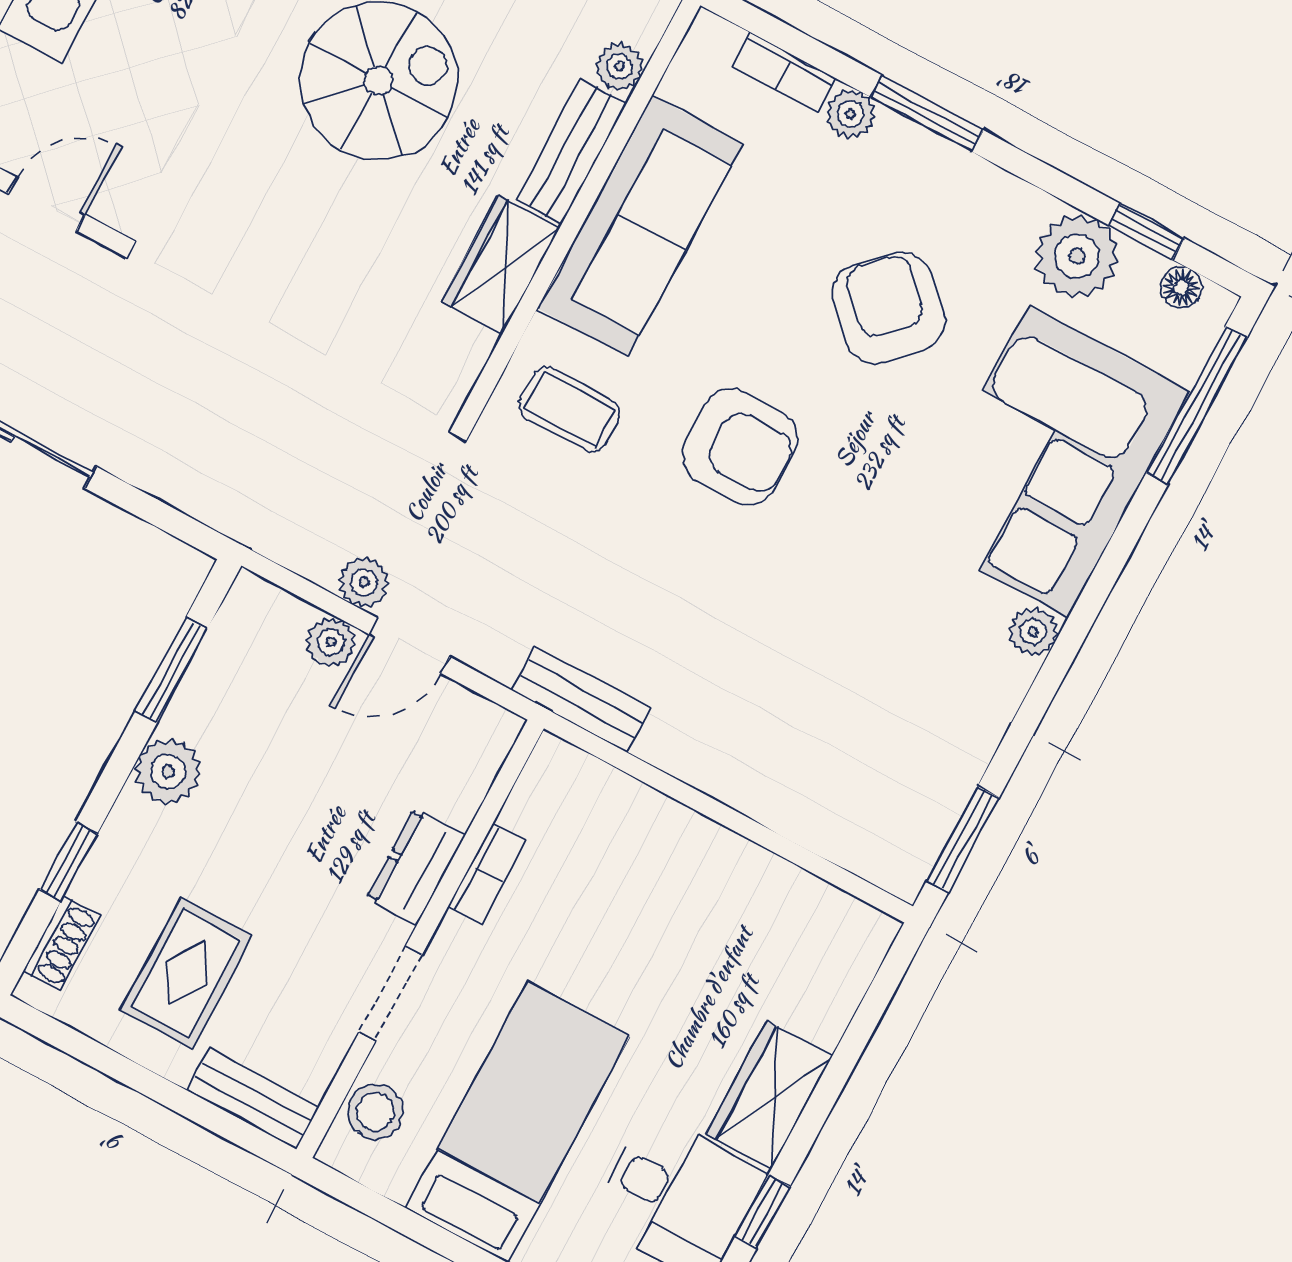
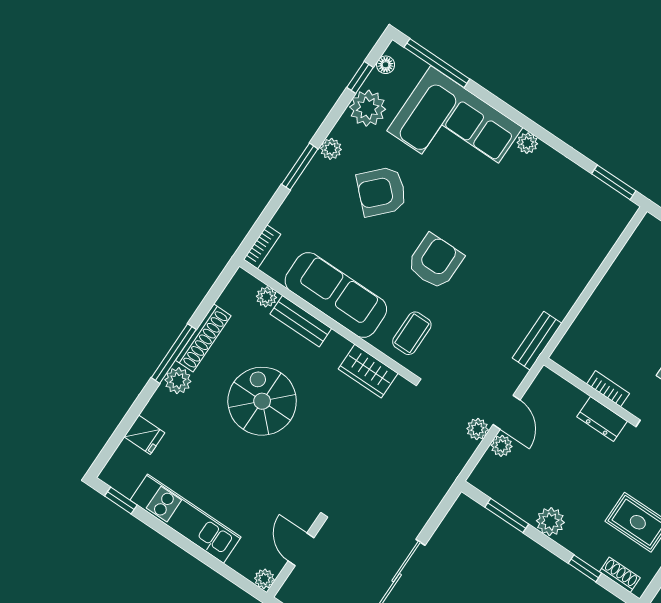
bookcase: (784, 72) -> (262, 247), moved
plant: (850, 114) -> (331, 149), moved
wardrobe: (501, 265) -> (368, 371), moved

